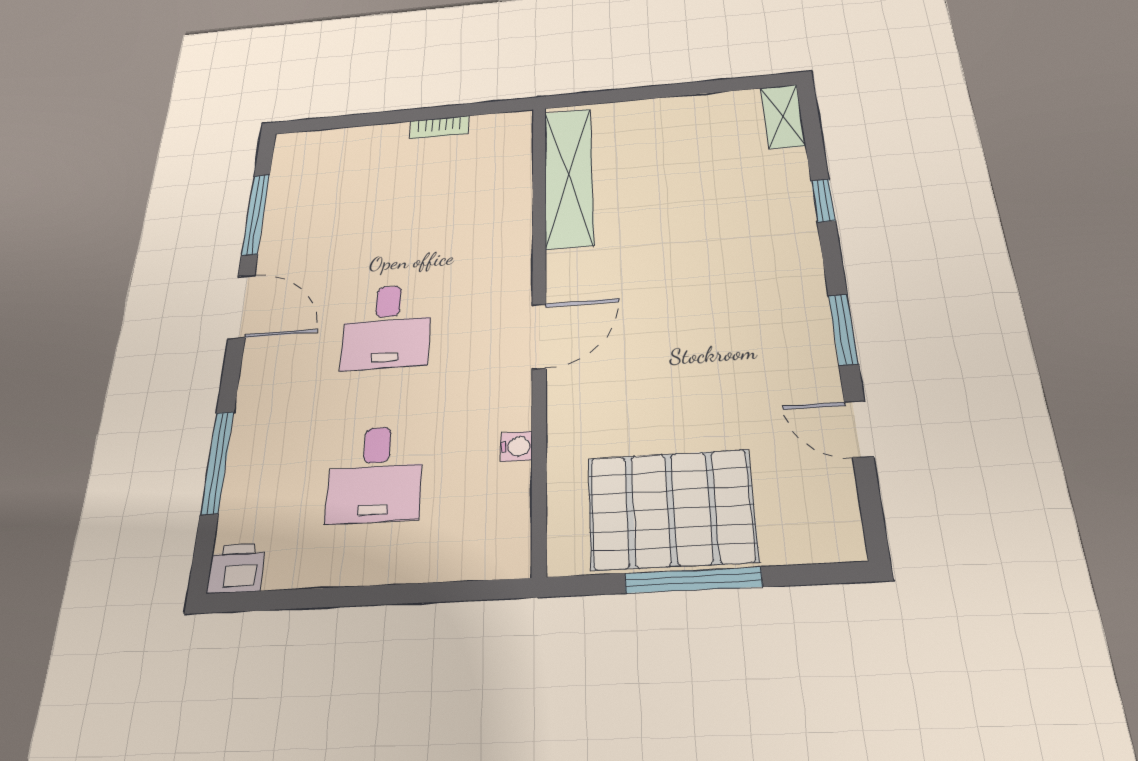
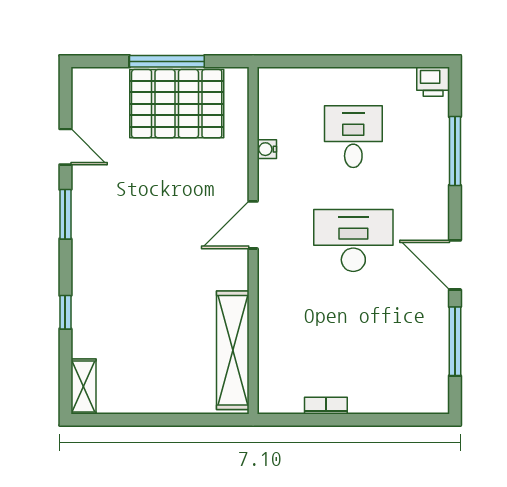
desk: (387, 327) -> (353, 240), width x1.37

